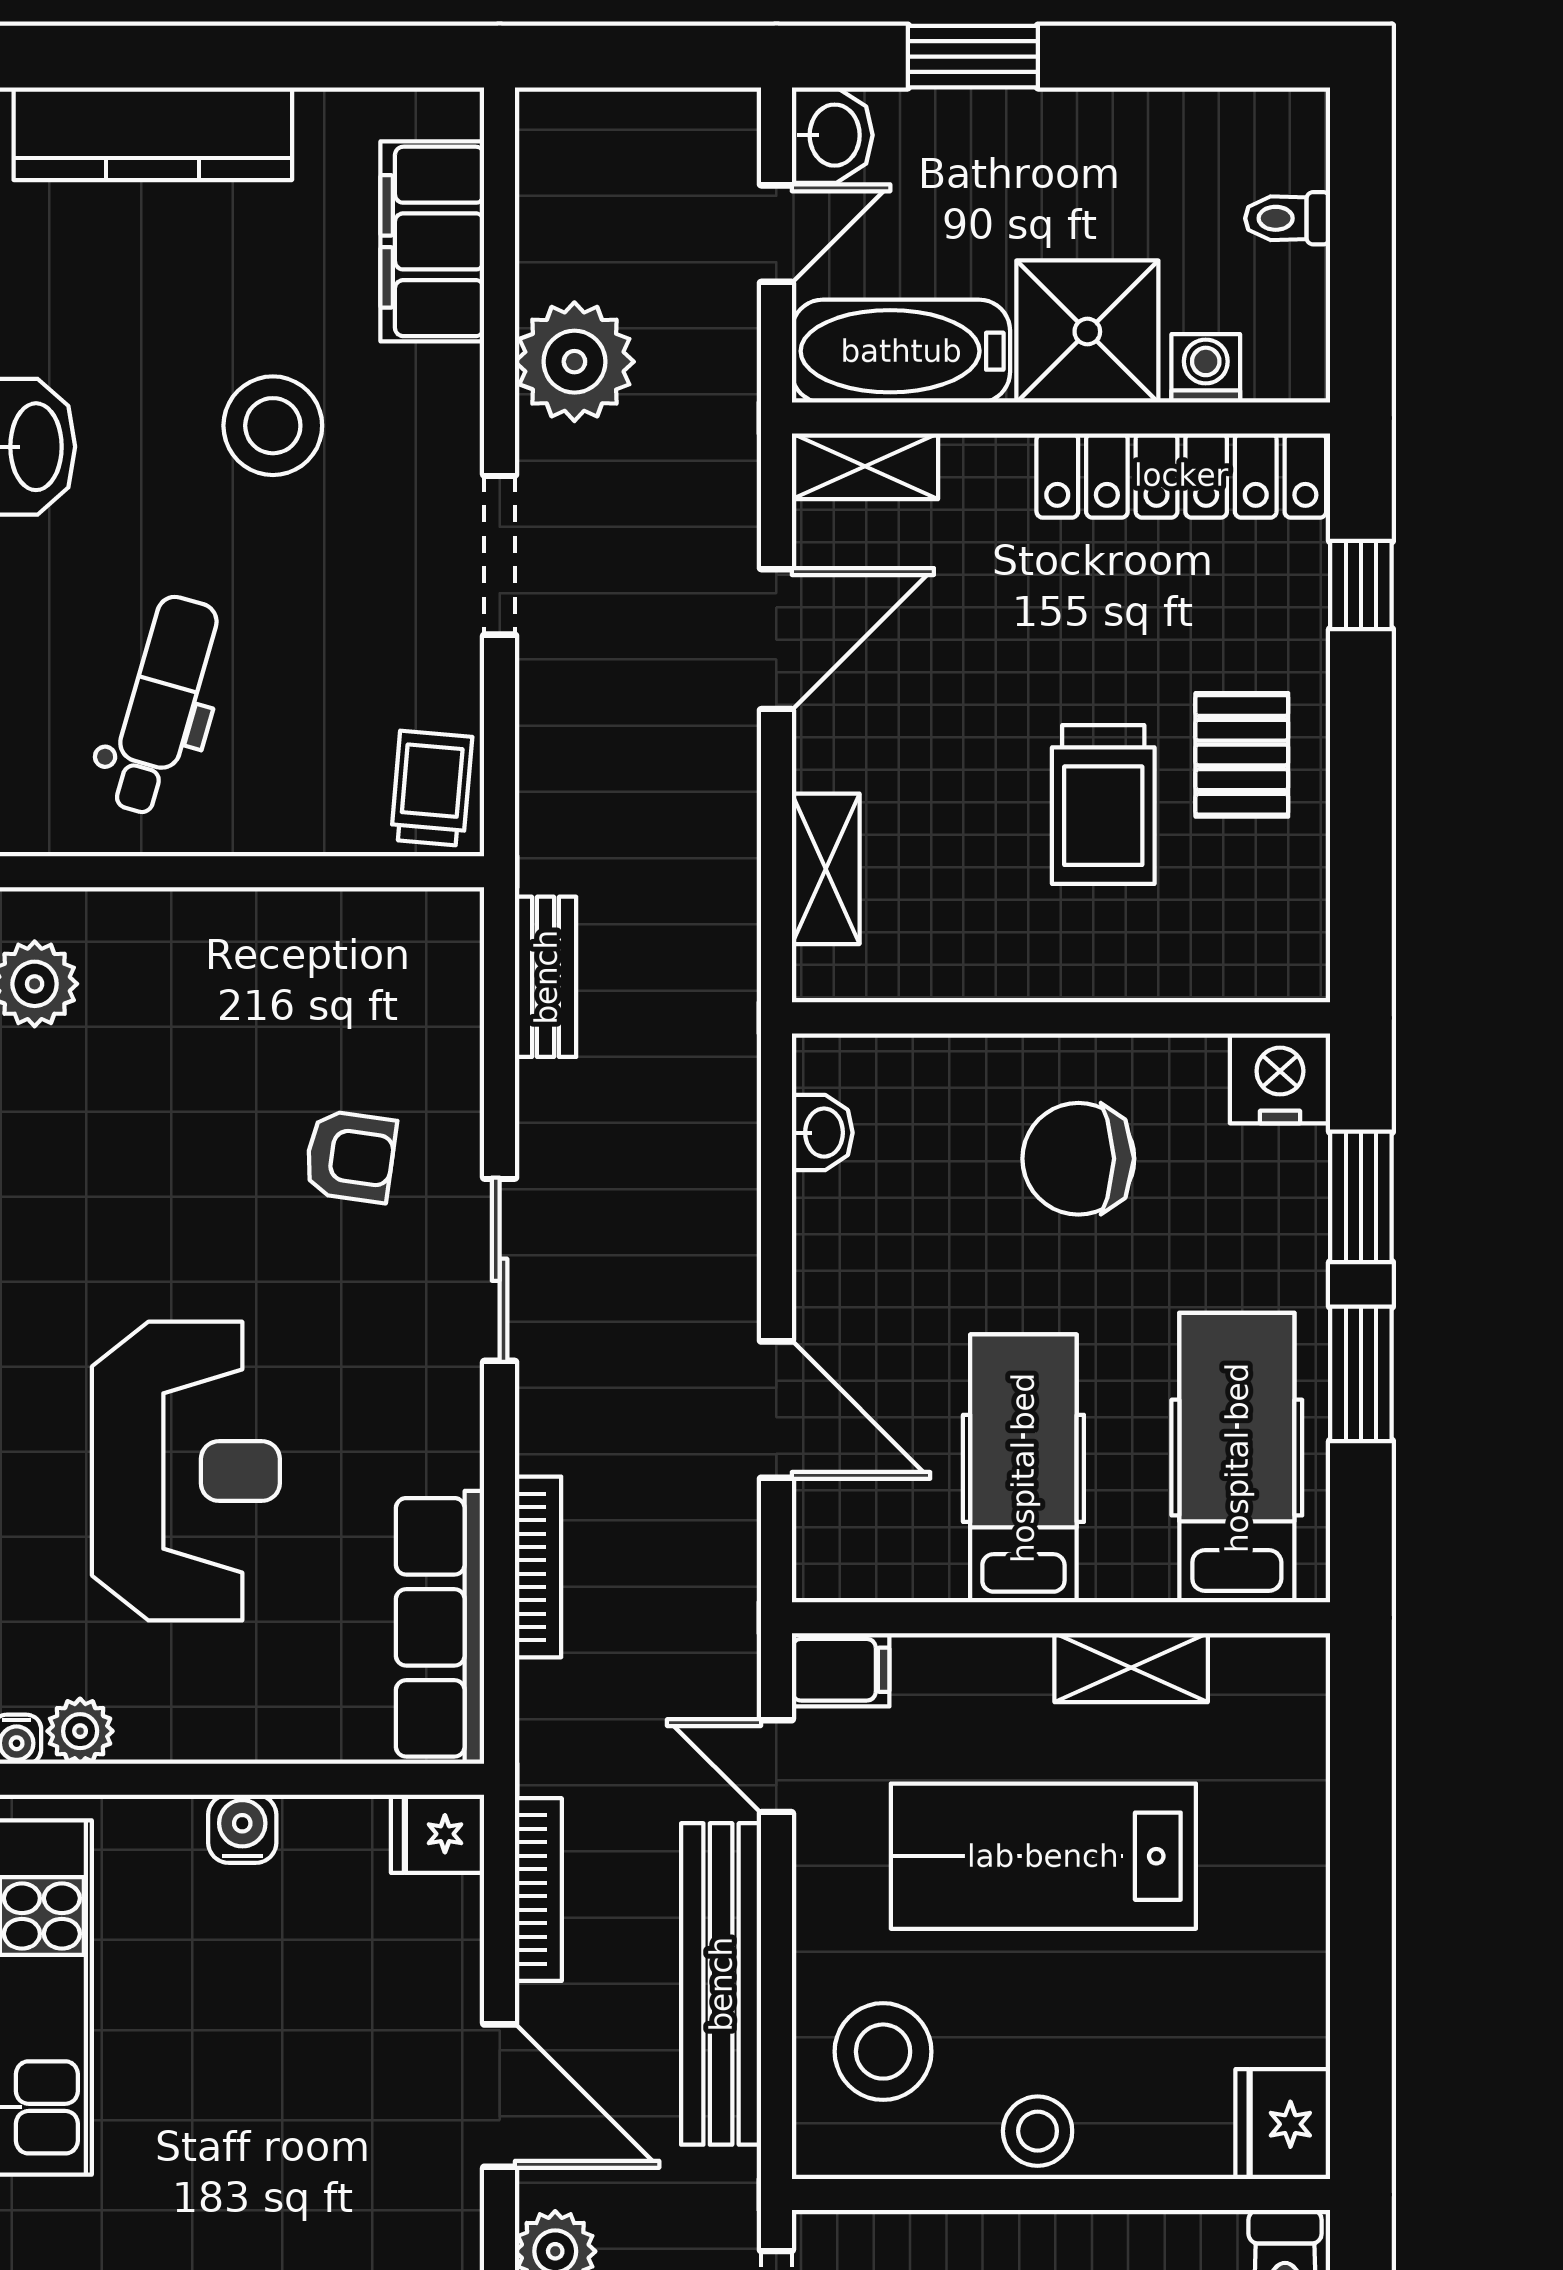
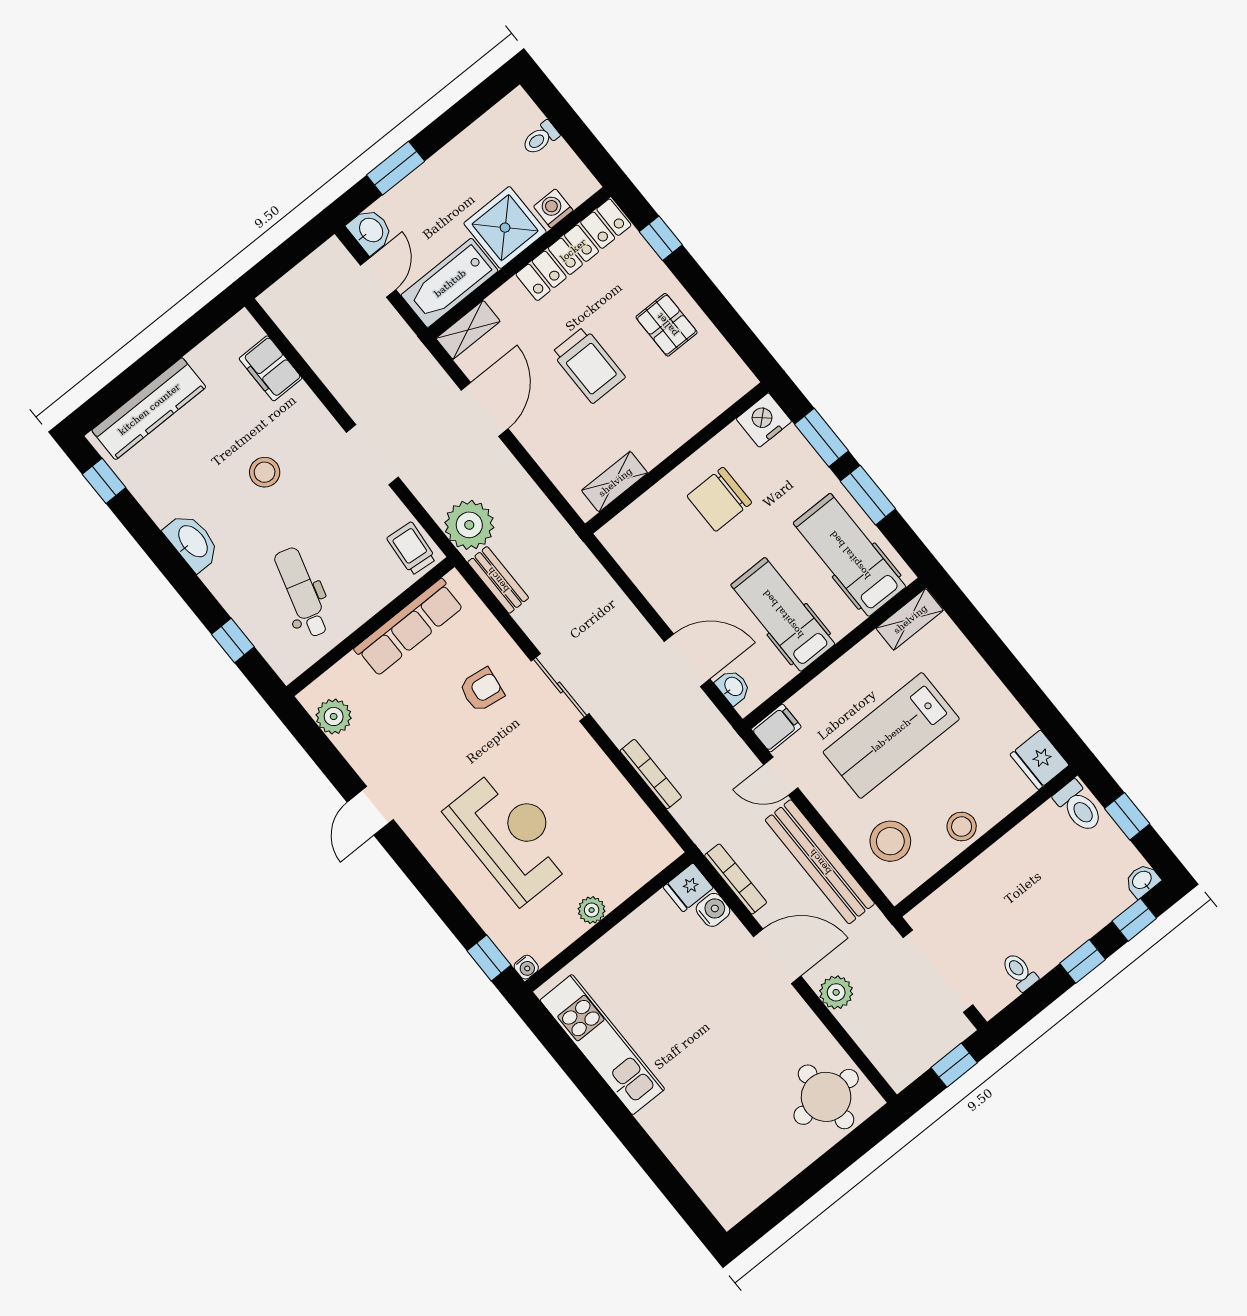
filing cabinet: (432, 241) -> (271, 368), width x0.67, depth x0.86
plant: (574, 362) -> (469, 525), moved
stool: (273, 426) -> (265, 472), width x0.73, depth x0.73
trolley: (1103, 805) -> (588, 365), moved
shelving: (826, 869) -> (615, 482), moved, turned 90
washbasin: (822, 1133) -> (733, 687), moved
row of seats: (440, 1627) -> (409, 627), moved, turned -90
shelving: (1131, 1668) -> (910, 619), moved
plant: (80, 1731) -> (592, 910), moved
water cooler: (242, 1829) -> (713, 910), moved, turned 90

